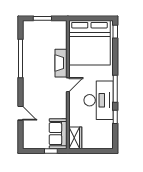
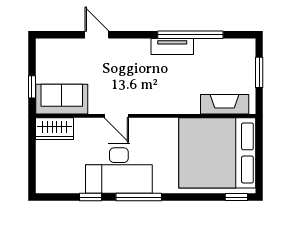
fireplace: (61, 63) -> (225, 104), moved
tv unit: (27, 69) -> (172, 46), added
door: (68, 85) -> (116, 116), moved
door: (20, 113) -> (97, 35), swing flipped

